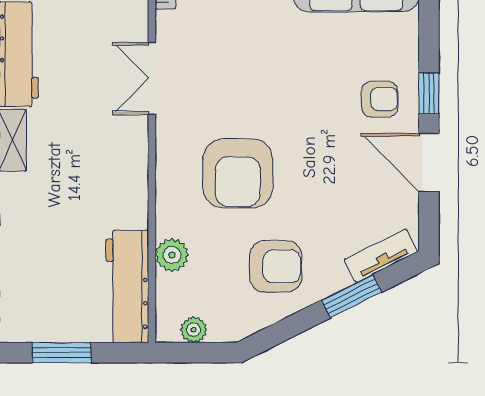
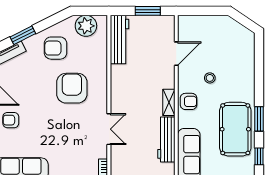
plant: (172, 255) -> (100, 53), removed
plant: (194, 330) -> (86, 26), width x1.87, depth x1.87

